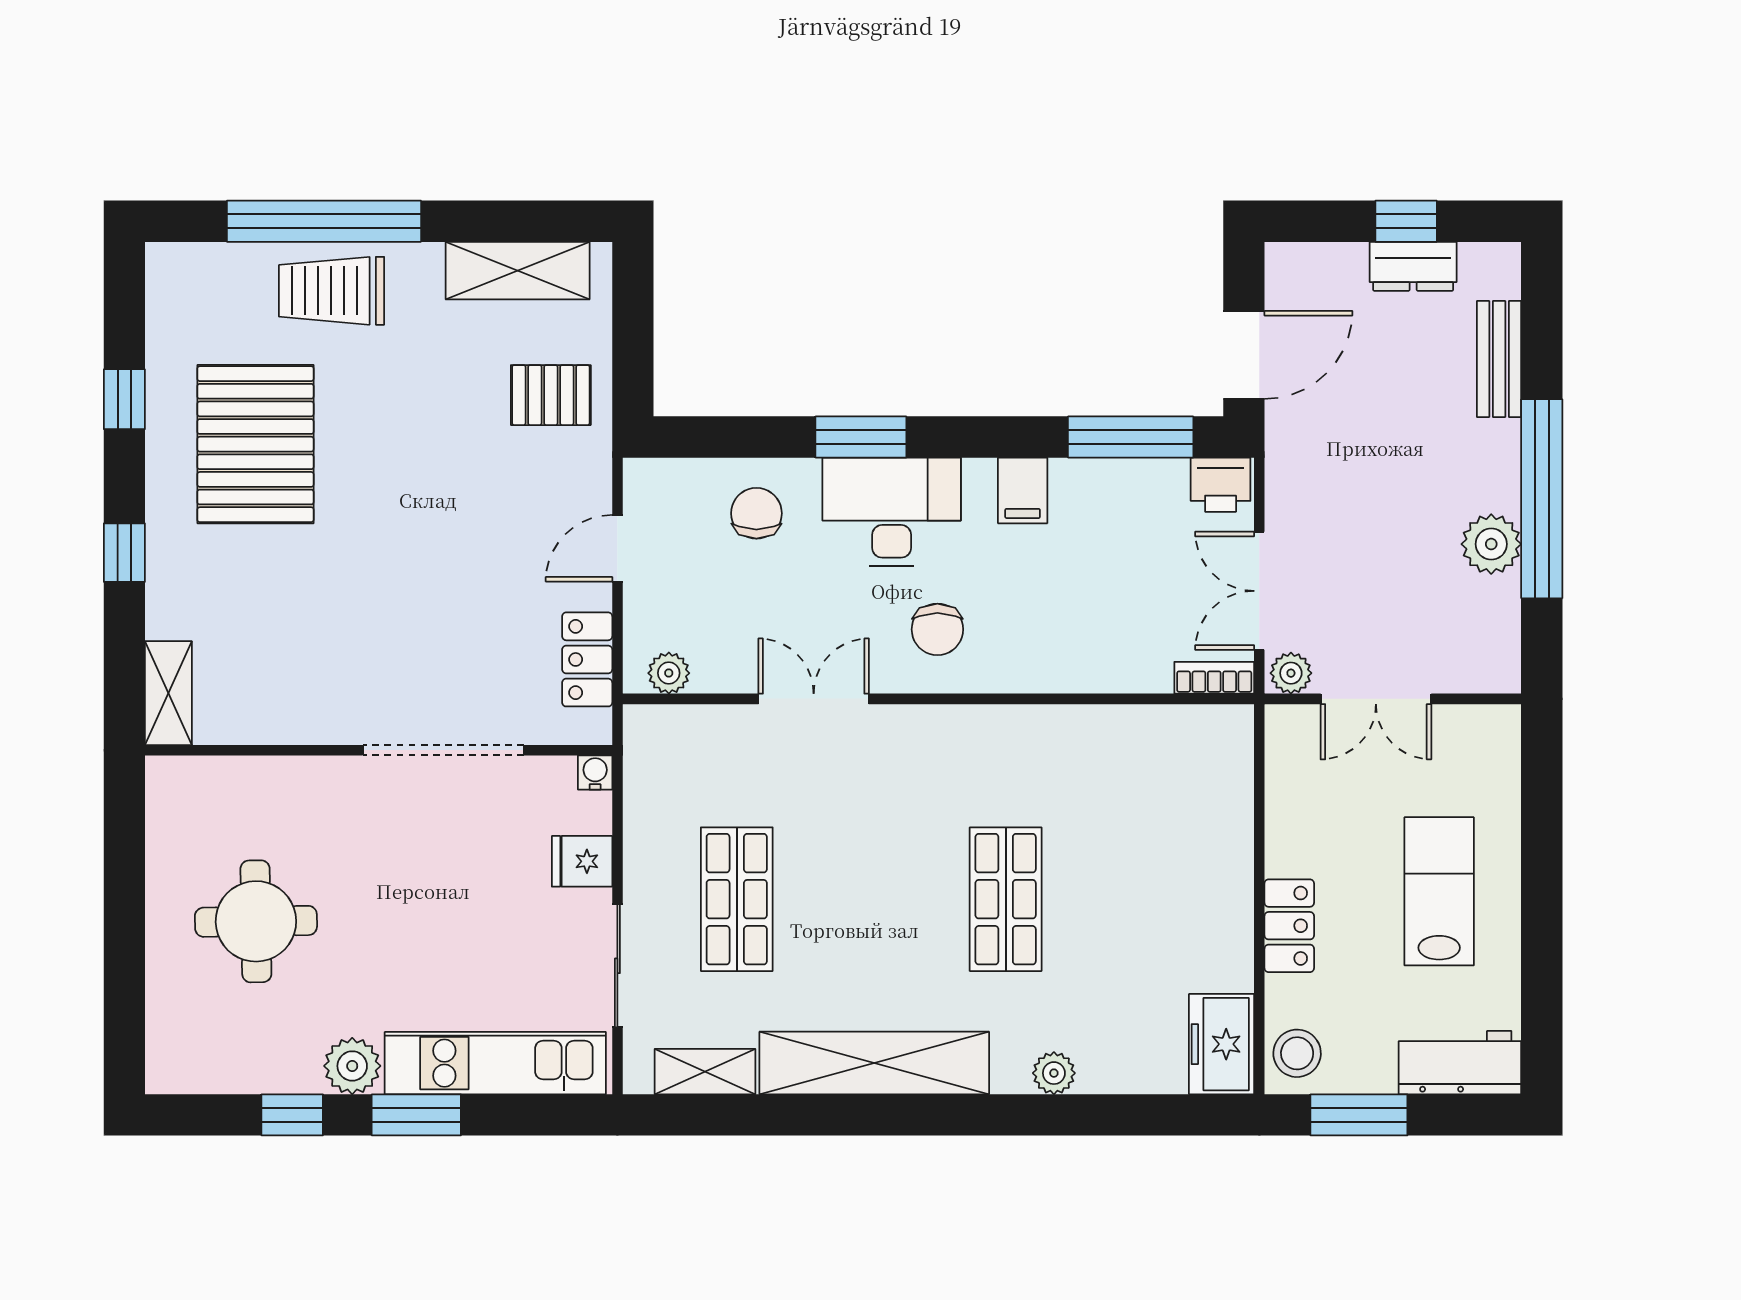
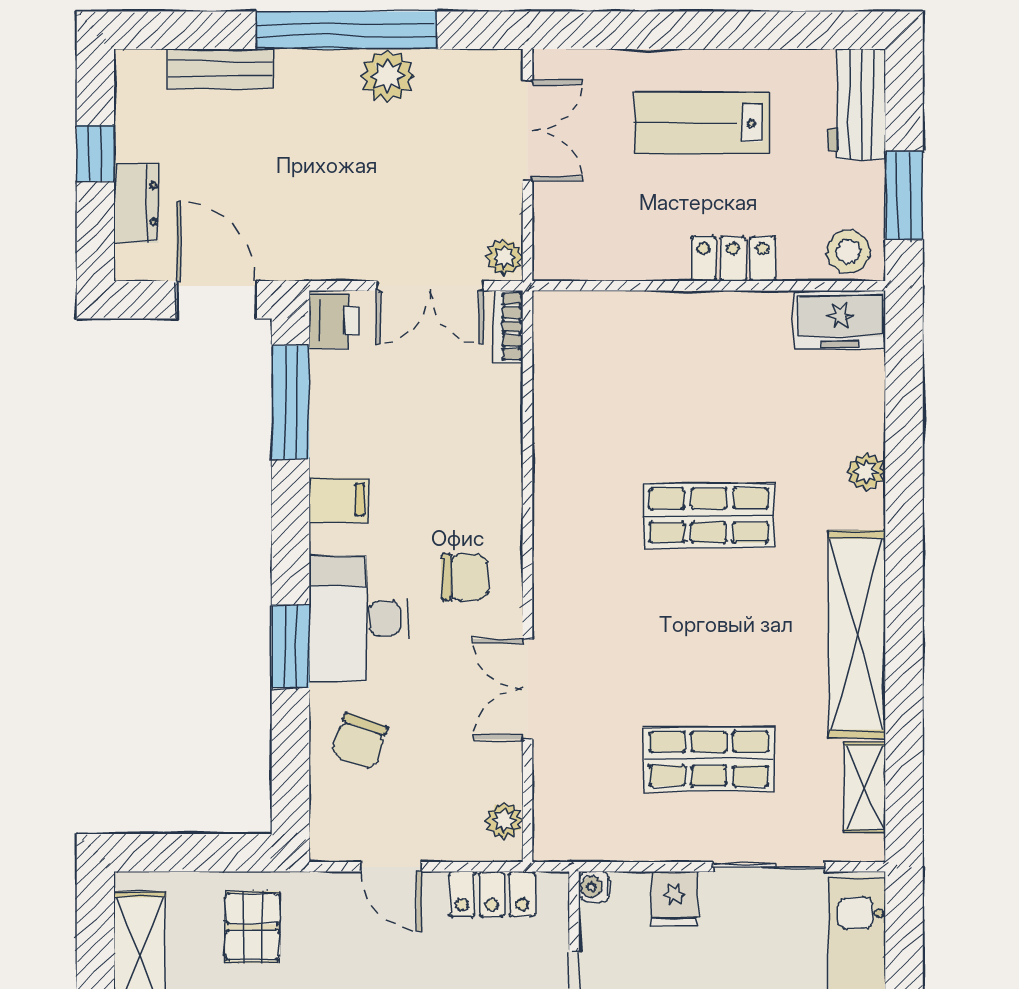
dresser: (1413, 266) -> (136, 203), moved
chair: (756, 513) -> (360, 741), turned -71
double door: (1376, 699) -> (528, 130), moved

